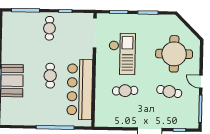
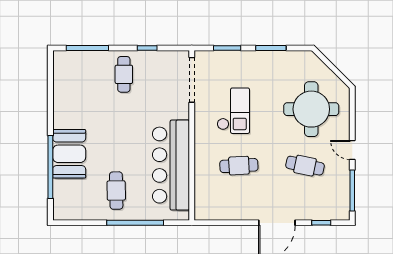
checkout: (122, 54) -> (233, 111), width x0.73, depth x0.83
cafe table: (50, 76) -> (116, 191), moved

